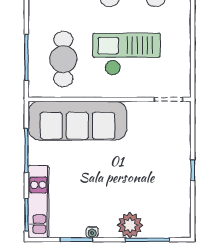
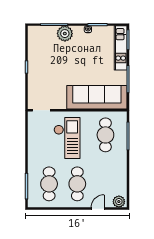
checkout: (126, 54) -> (67, 138), turned -90

